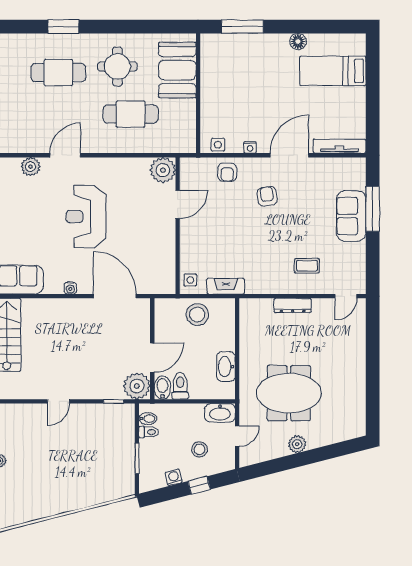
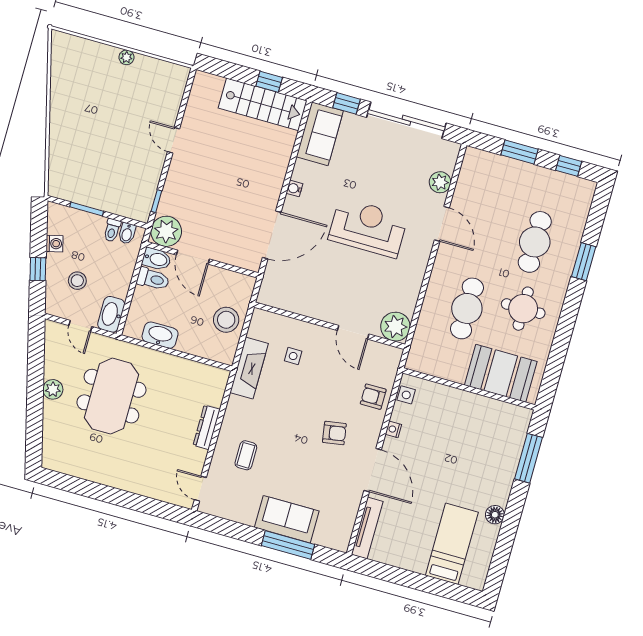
side table: (190, 280) -> (293, 356), moved
fireplace: (226, 286) -> (249, 368), width x1.37, depth x1.32

